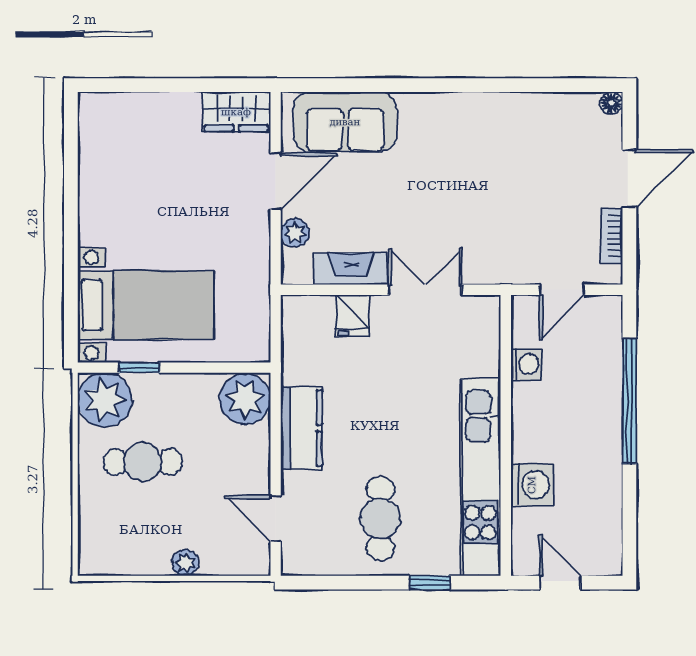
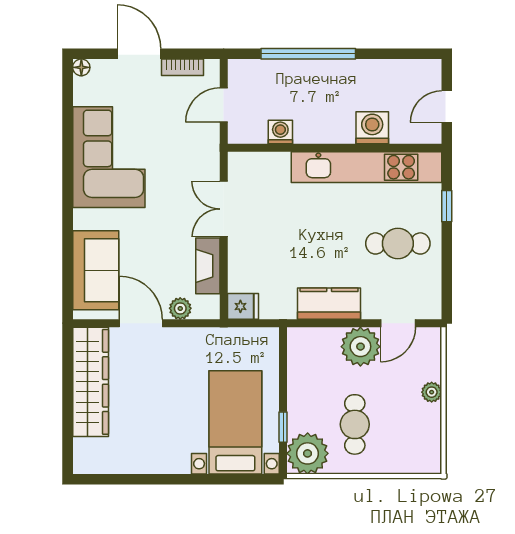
wardrobe: (236, 112) -> (91, 382), width x2.10, depth x1.17
corner sofa: (494, 139) -> (109, 157), added
door: (562, 290) -> (224, 105), swing flipped
fridge: (352, 315) -> (243, 306), moved
plant: (245, 399) -> (360, 347), moved

